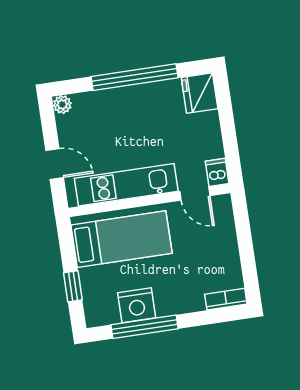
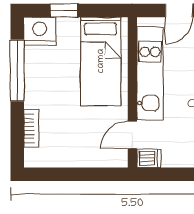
bookcase: (226, 299) -> (31, 128), moved
nightstand: (137, 305) -> (40, 31), moved, turned 90

